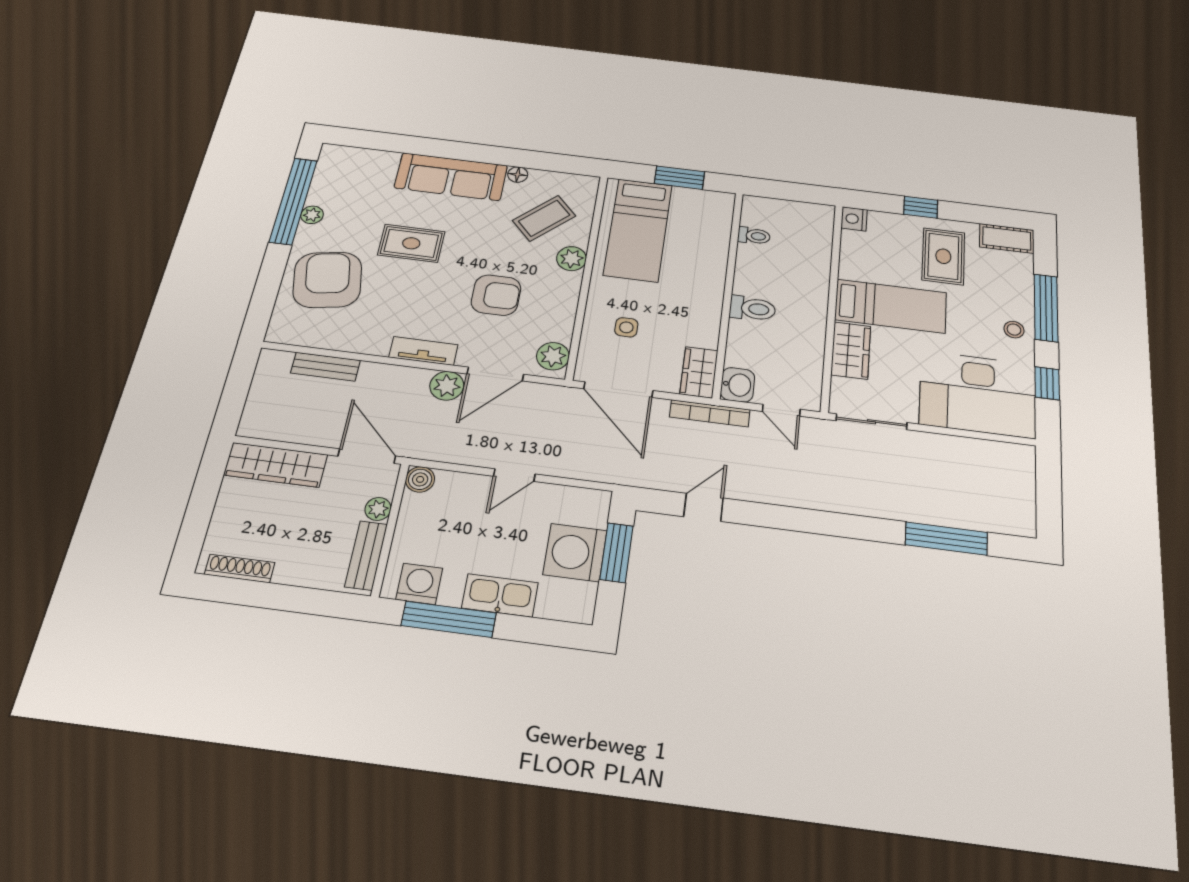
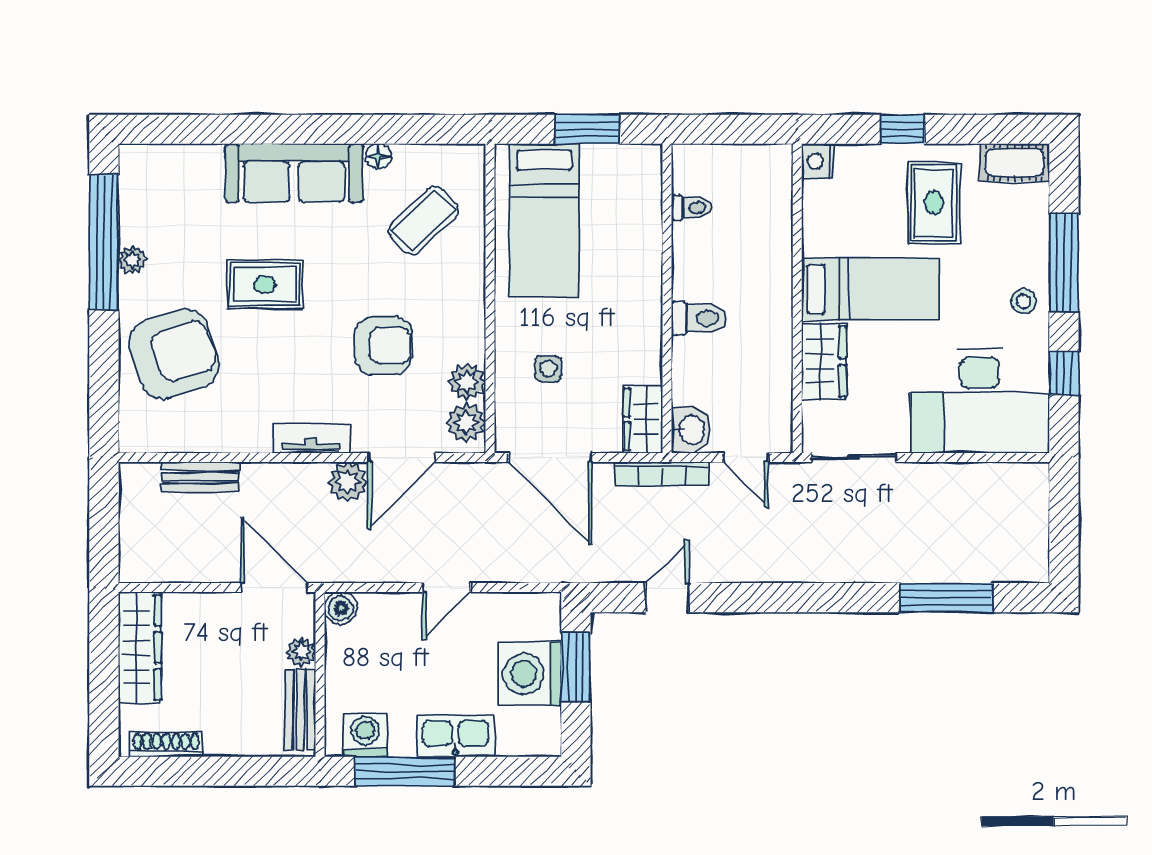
plant: (572, 259) -> (467, 382), moved
armchair: (327, 280) -> (174, 354), turned 82
wardrobe: (276, 465) -> (140, 647), moved, turned -90

